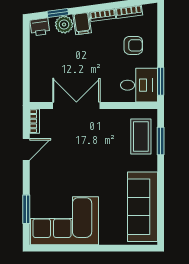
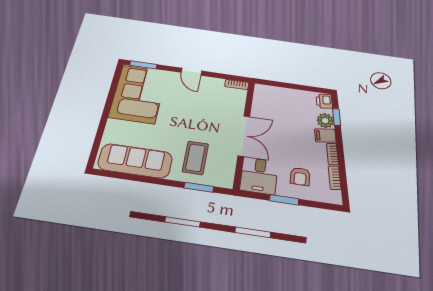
window: (161, 81) -> (284, 200), moved
double door: (76, 105) -> (244, 136), moved
coffee table: (141, 137) -> (195, 158), moved, turned 90
door: (26, 149) -> (191, 72), moved
window: (26, 209) -> (143, 65), moved

